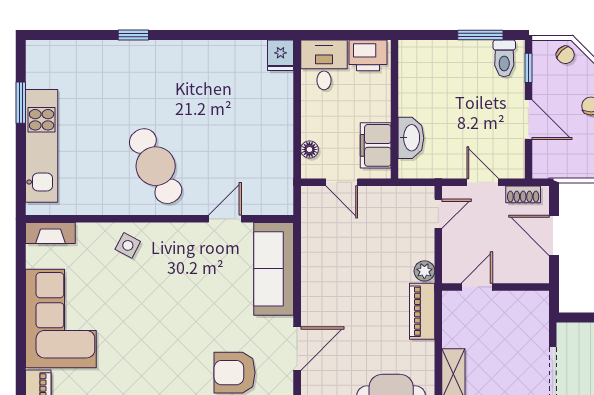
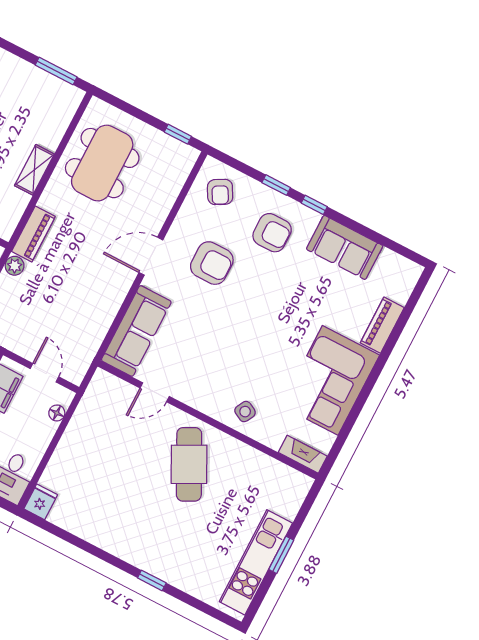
window: (21, 103) -> (281, 555), moved
kitchen unit: (42, 146) -> (256, 562), moved

